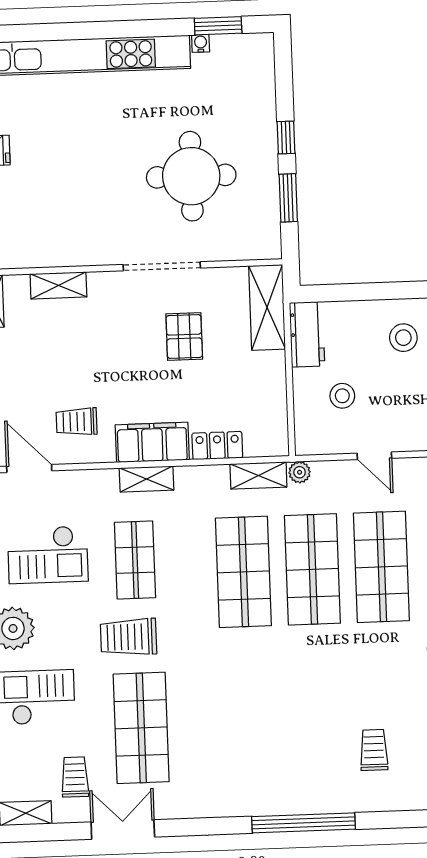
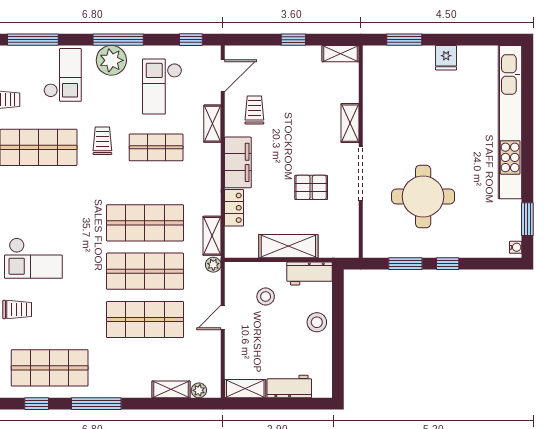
water cooler: (201, 43) -> (516, 247), moved
shelving: (58, 285) -> (350, 123), moved
shelving: (267, 307) -> (288, 246), moved
stool: (403, 338) -> (317, 322), moved
shelving: (147, 479) -> (212, 124), moved
trolley: (128, 637) -> (102, 141), width x0.73, depth x0.72
checkout: (300, 729) -> (33, 258), added

